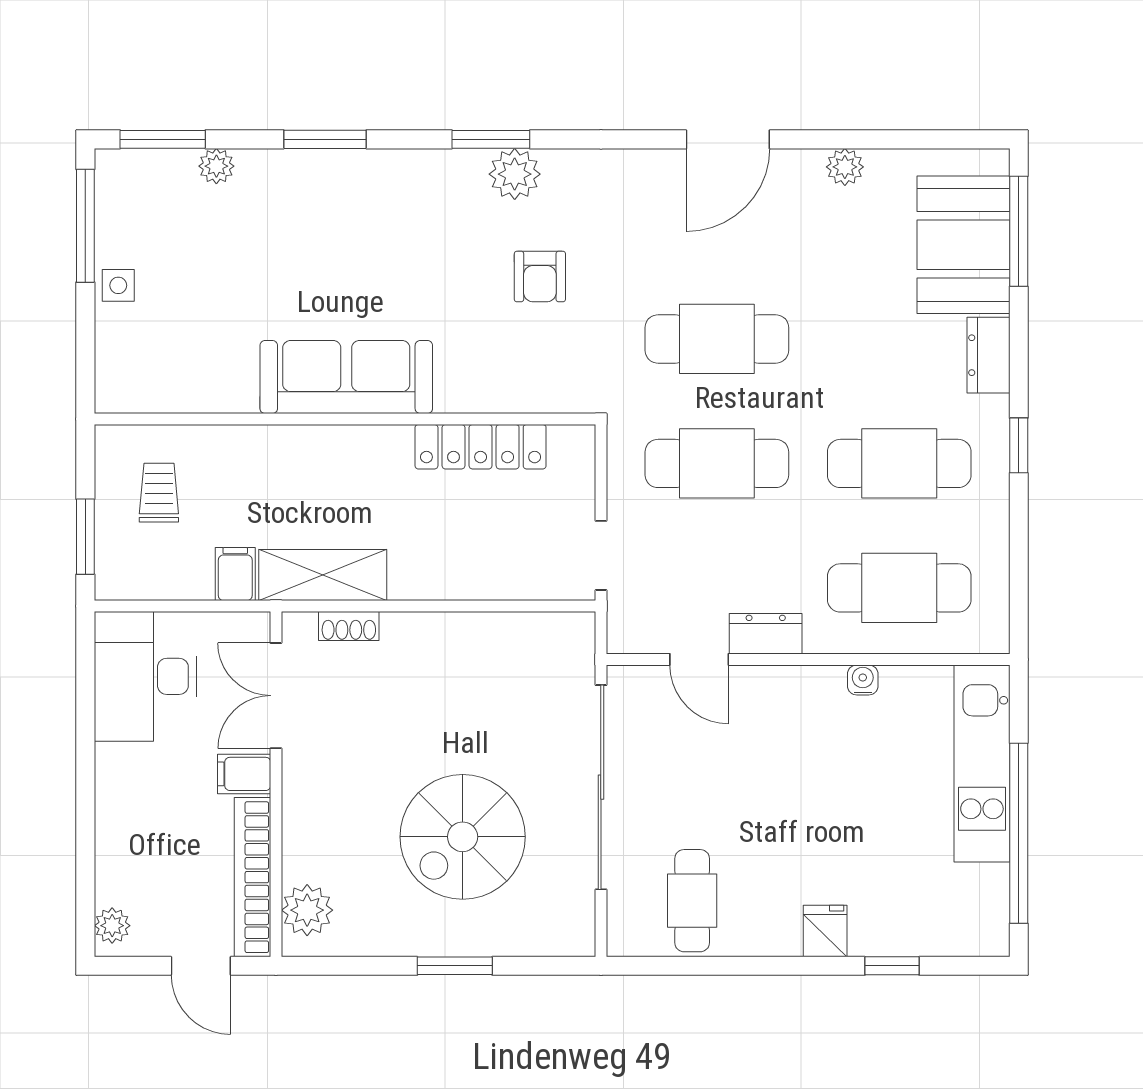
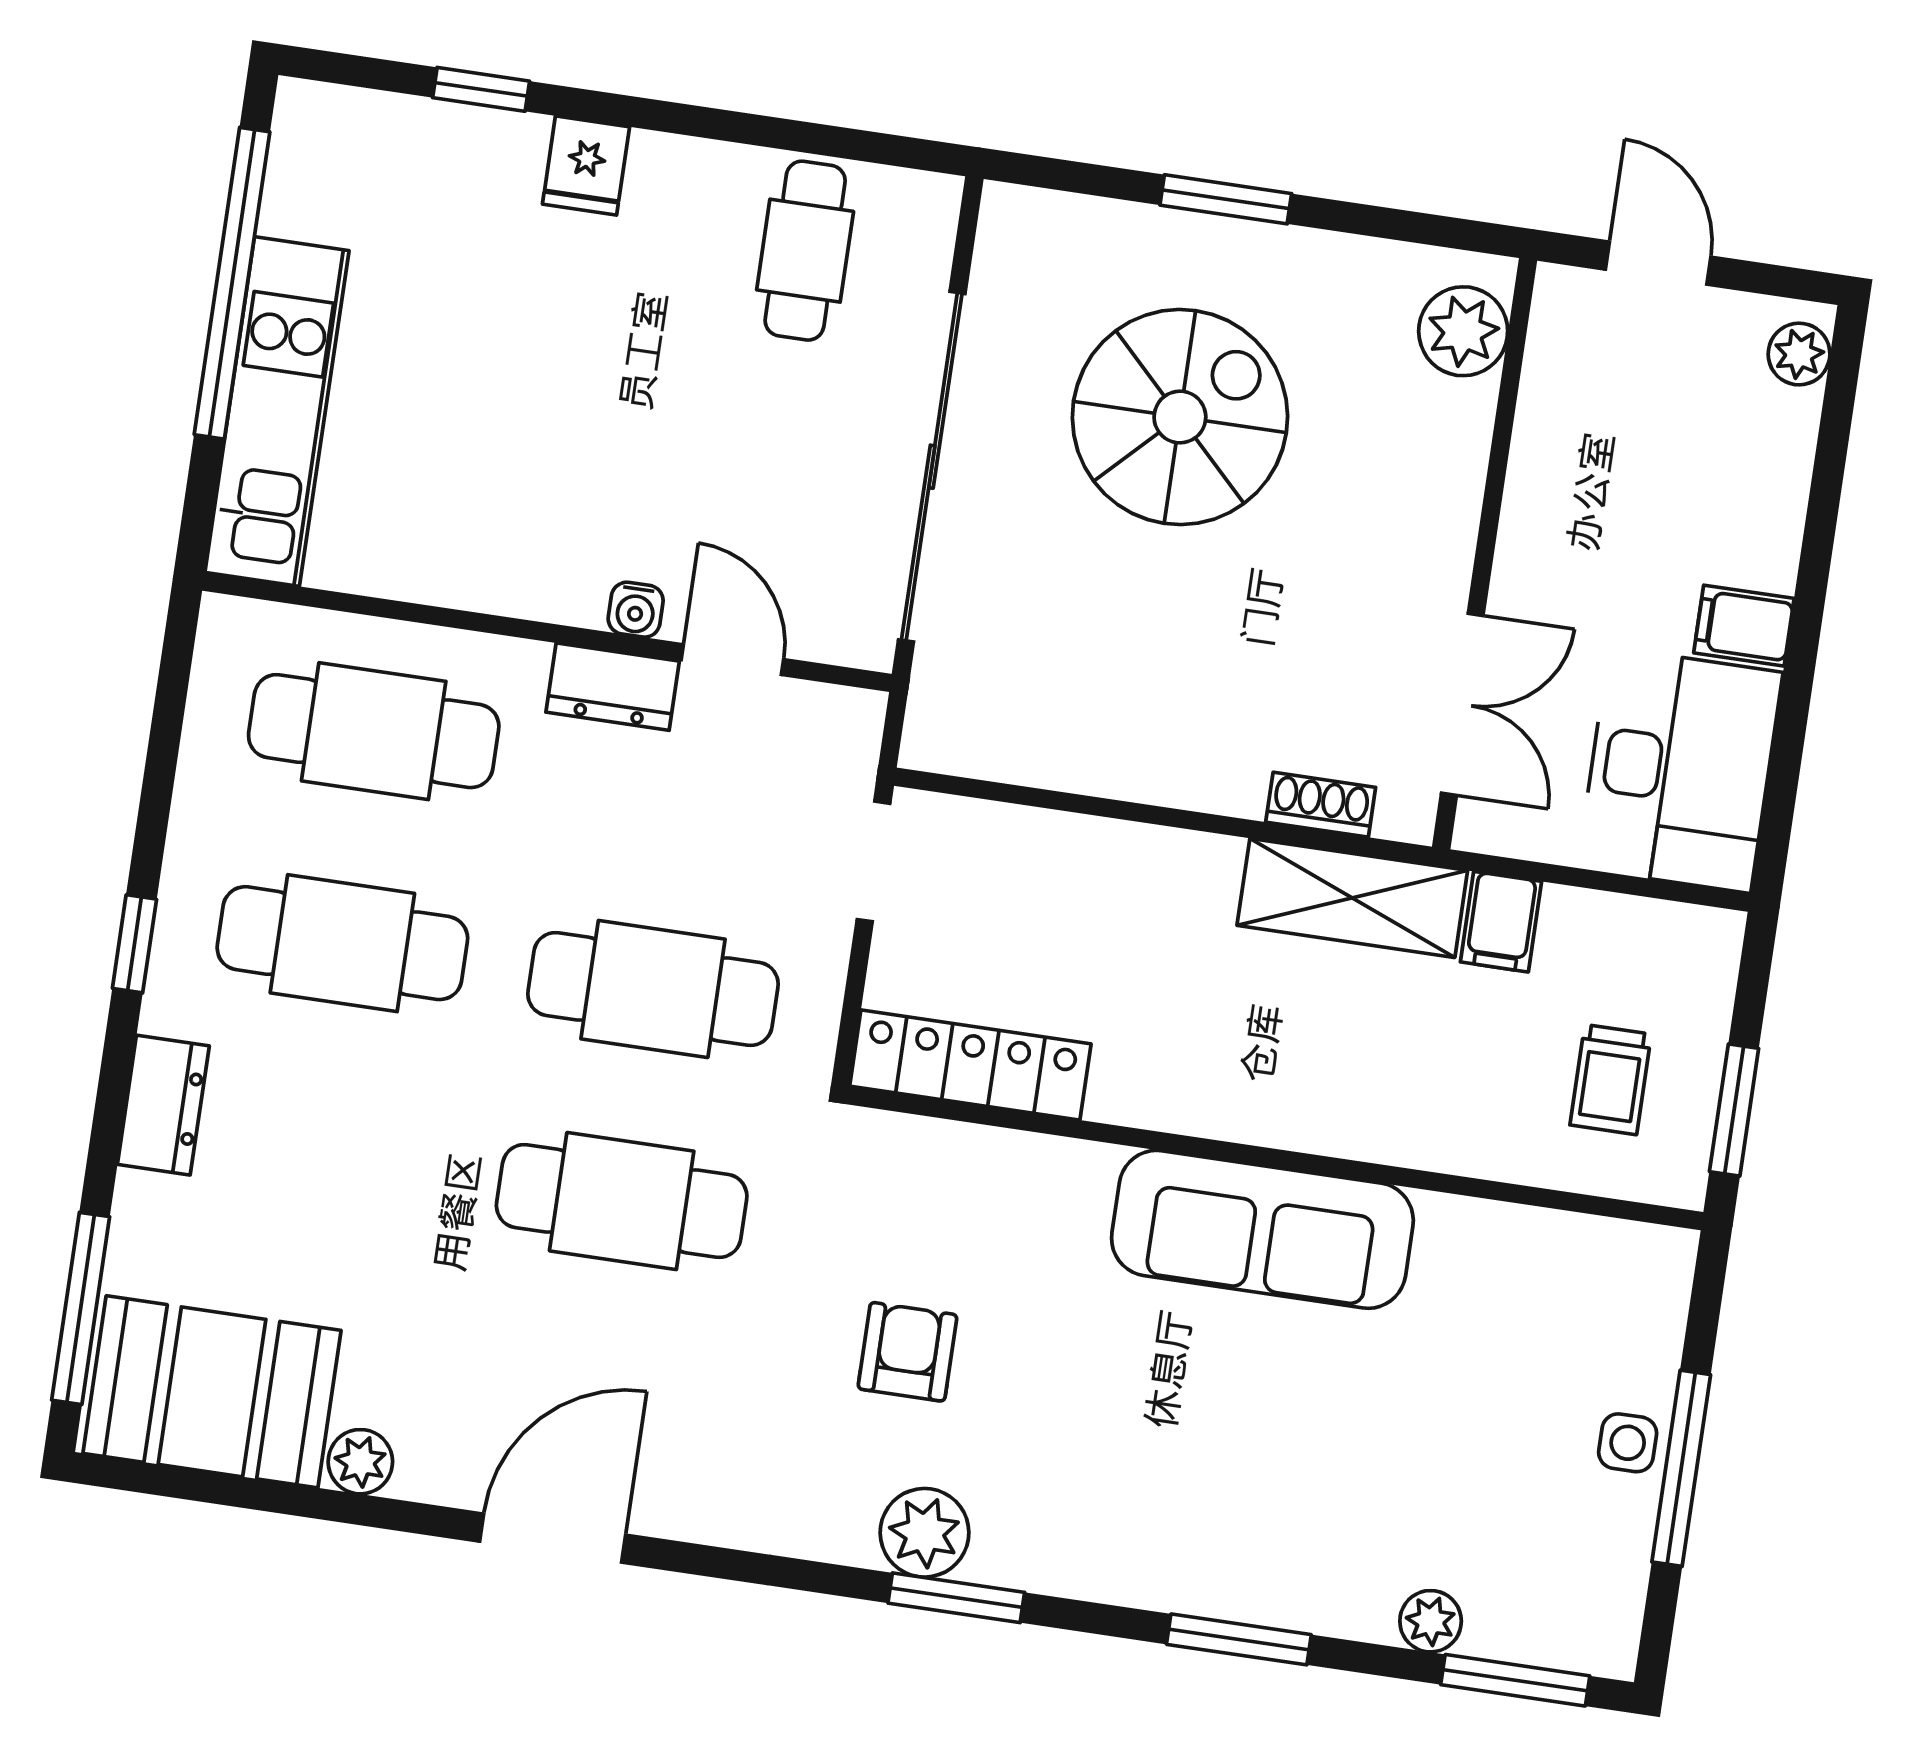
window: (85, 226) -> (1681, 1468), moved
booth: (963, 245) -> (212, 1392), moved, turned 90
locker: (481, 447) -> (970, 1065), moved
window: (85, 537) -> (1734, 1110), moved
water cooler: (863, 680) -> (636, 610), moved
filing cabinet: (244, 774) -> (1744, 626), moved, turned 180
bookcase: (252, 877) -> (1548, 401), removed

